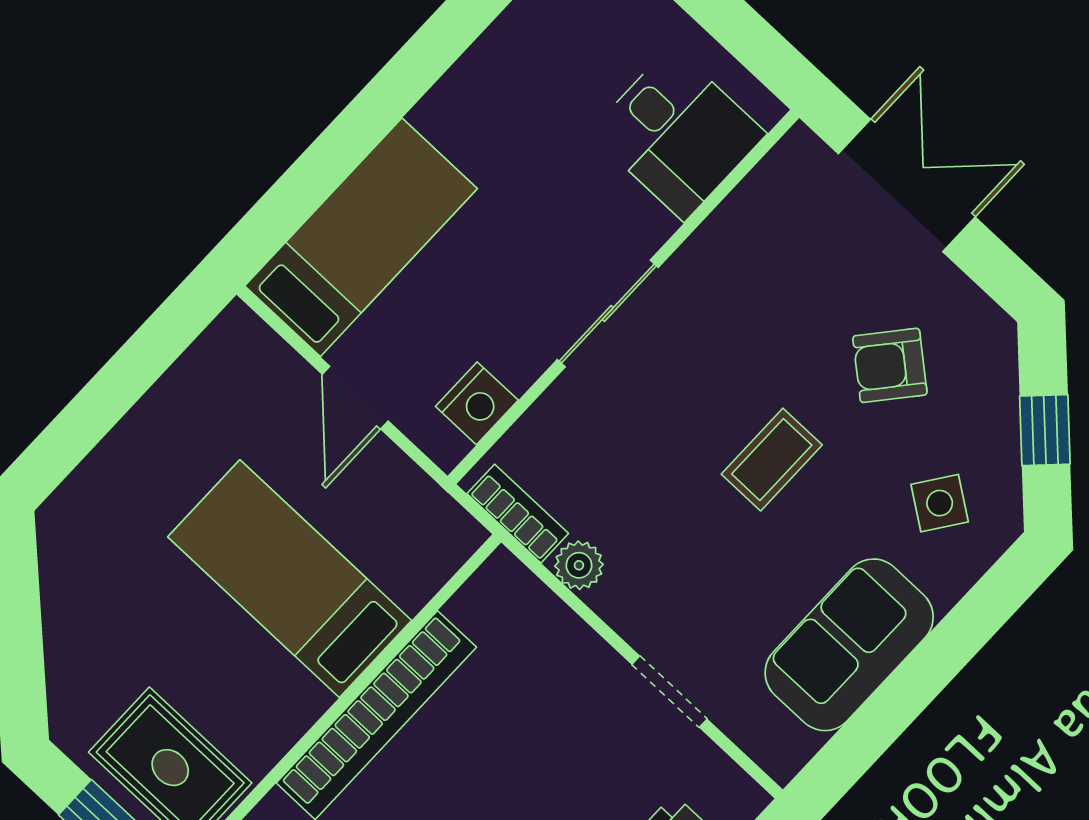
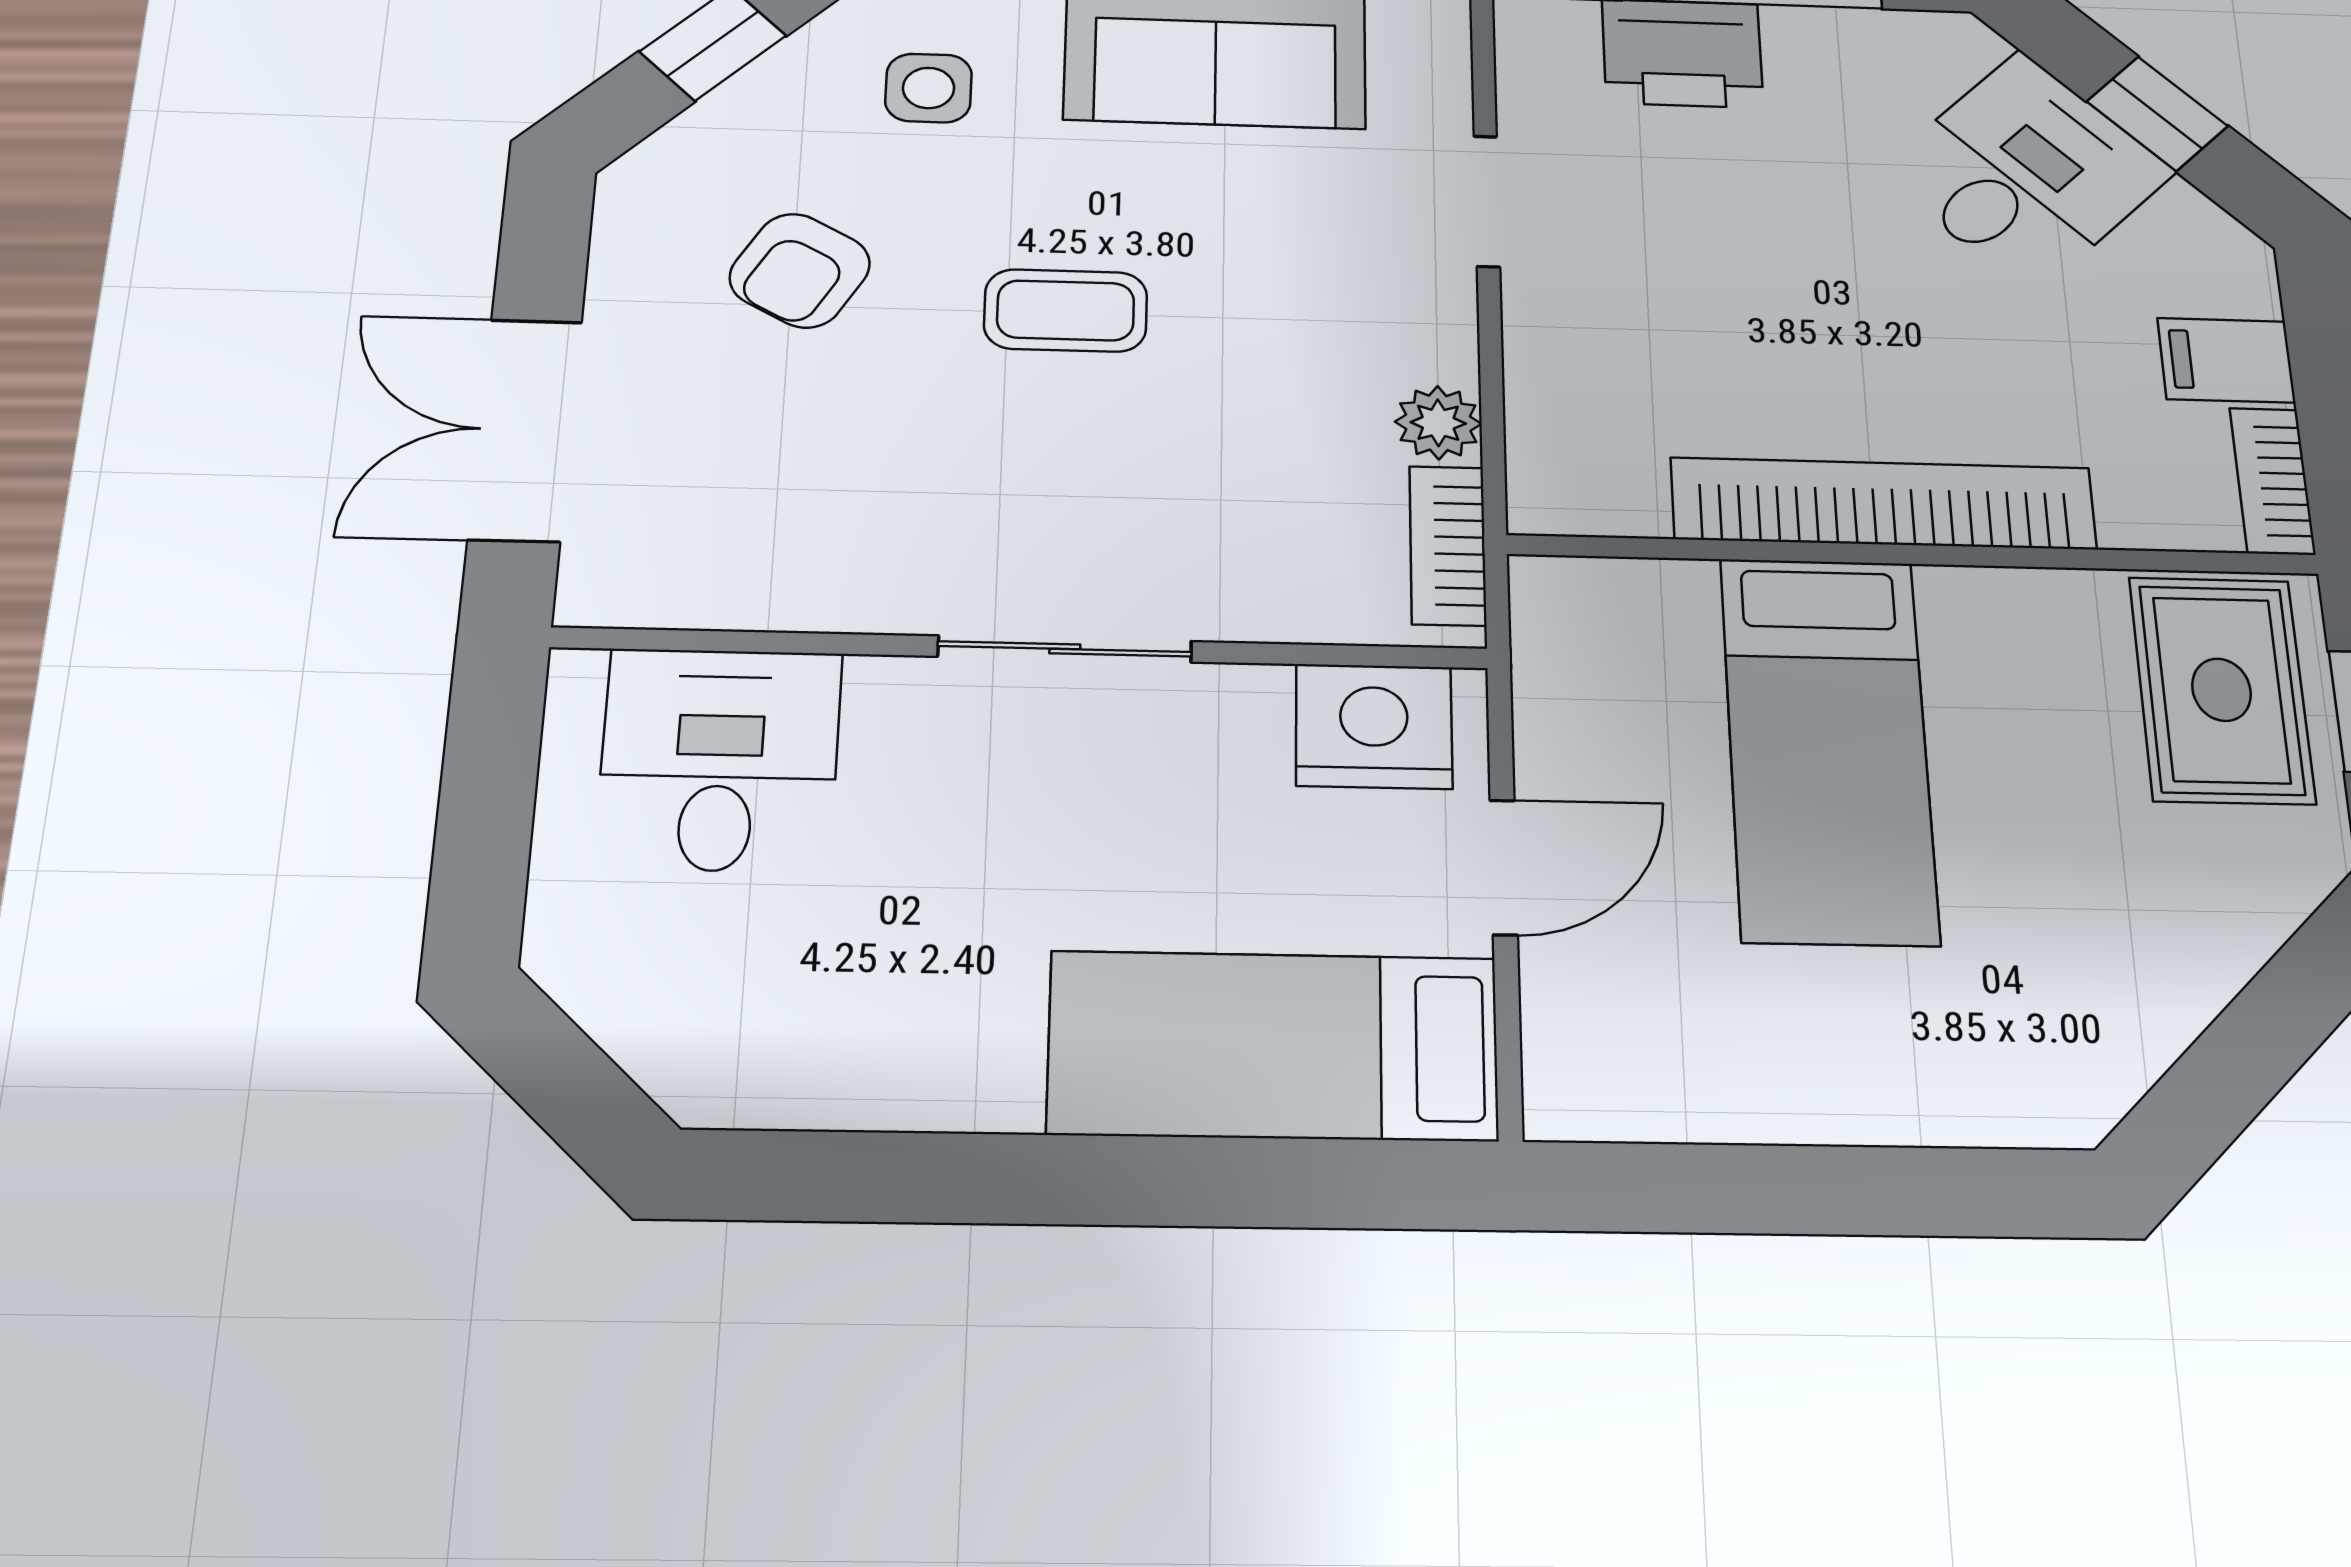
armchair: (890, 365) -> (800, 271), turned 80
nightstand: (477, 403) -> (1374, 726), width x1.36, depth x1.33
side table: (940, 503) -> (929, 88), turned -35

